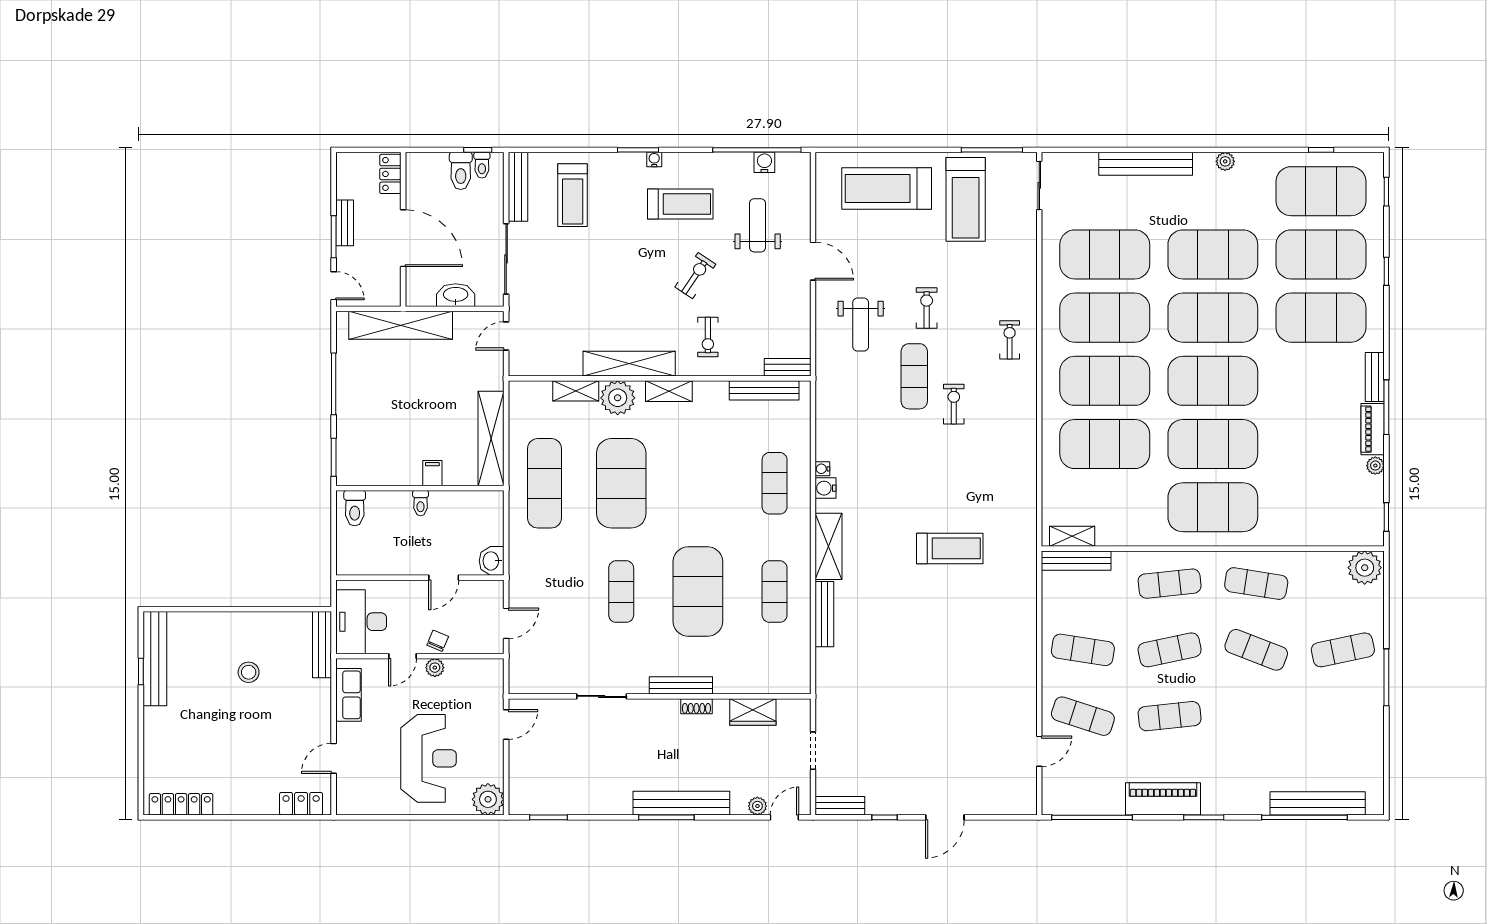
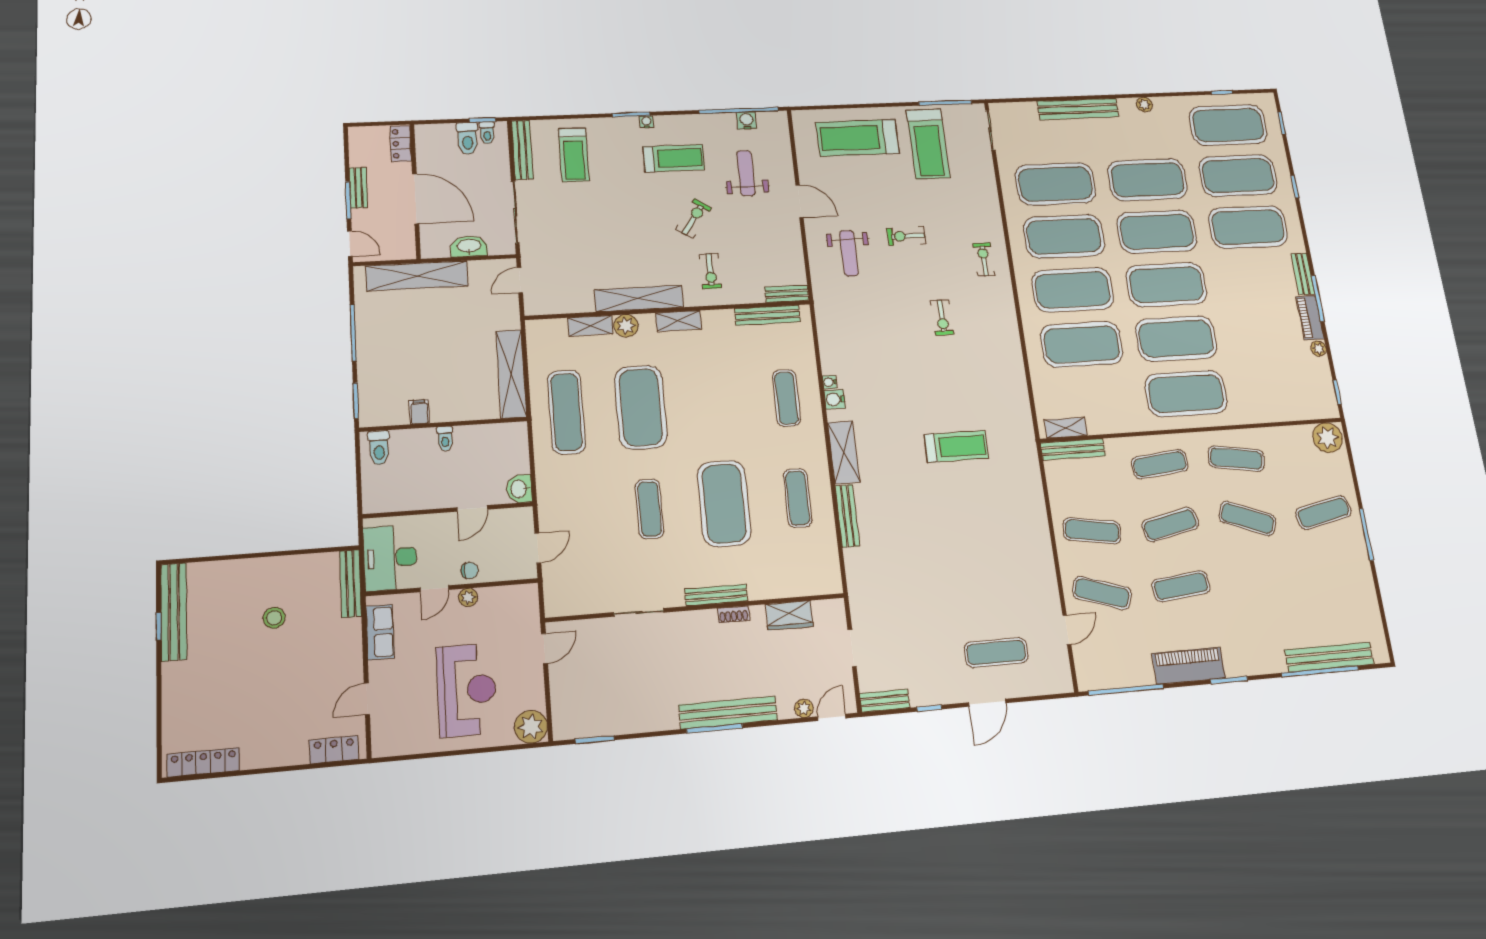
exercise bike: (927, 308) -> (906, 236), turned -90
exercise mat: (914, 376) -> (996, 653), moved, turned 90
plant: (618, 398) -> (626, 326), width x0.73, depth x0.73
exercise bike: (954, 404) -> (942, 317), turned 180
filing cabinet: (432, 473) -> (419, 412), moved
chair: (438, 641) -> (470, 571), turned 67

